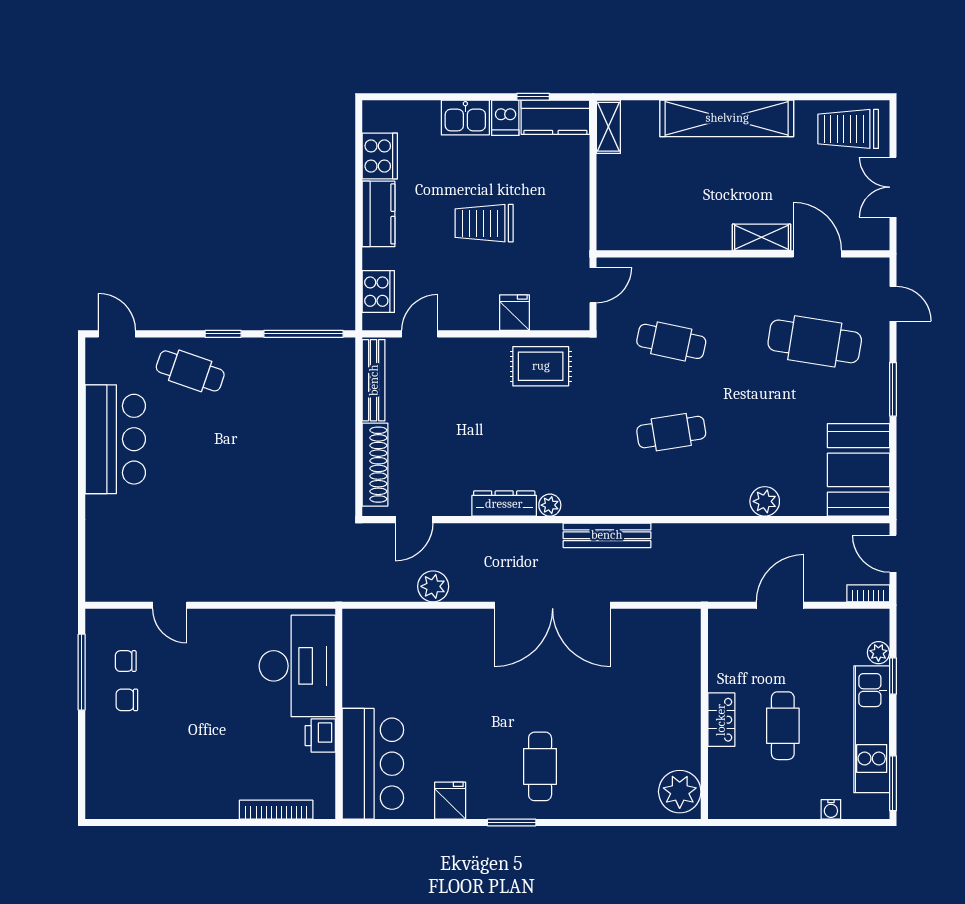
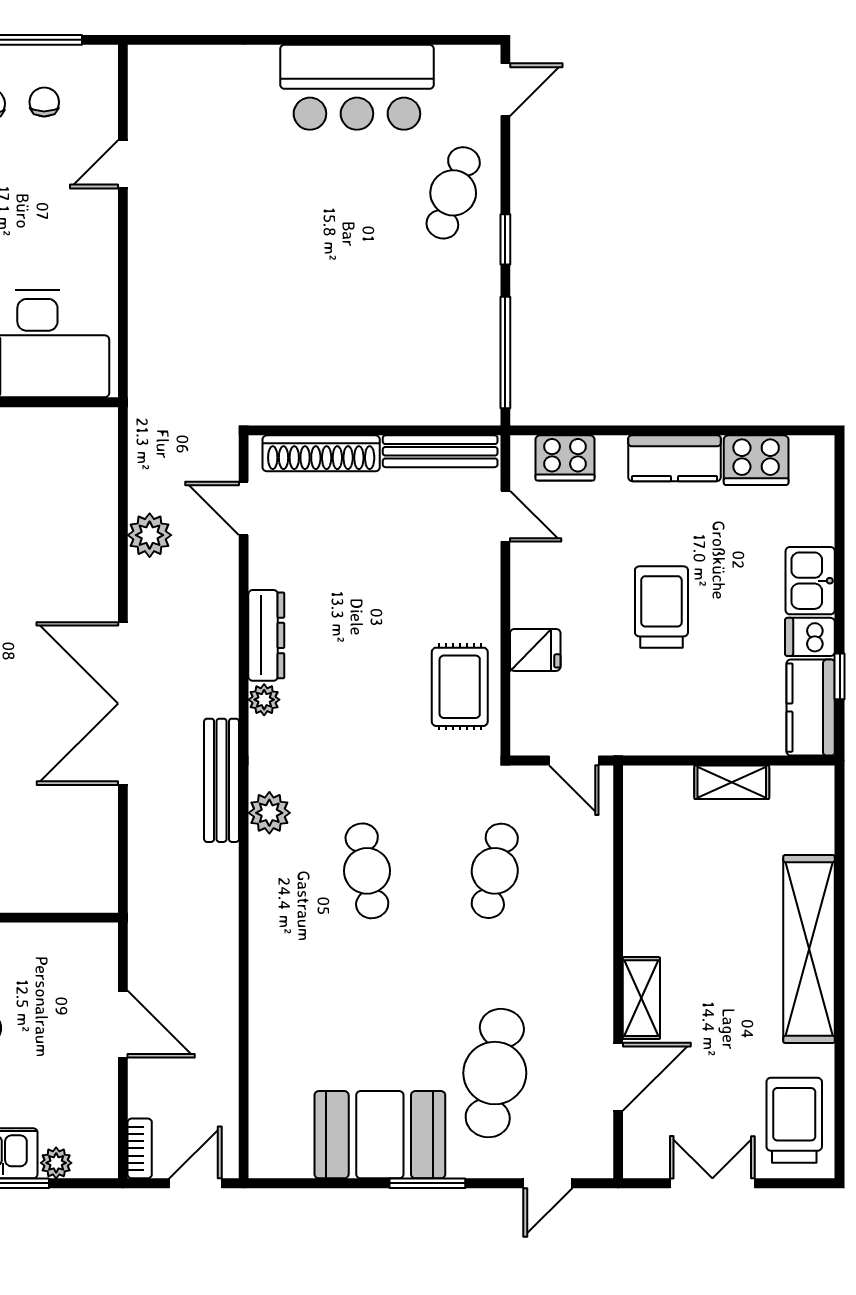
shelving: (608, 127) -> (732, 782), moved
booth: (858, 470) -> (380, 1135), moved
plant: (765, 501) -> (269, 813), moved

